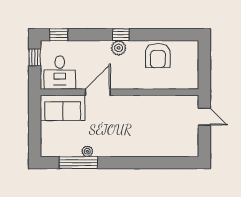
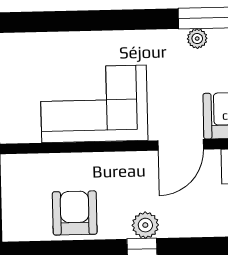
corner sofa: (146, 116) -> (94, 104), added

